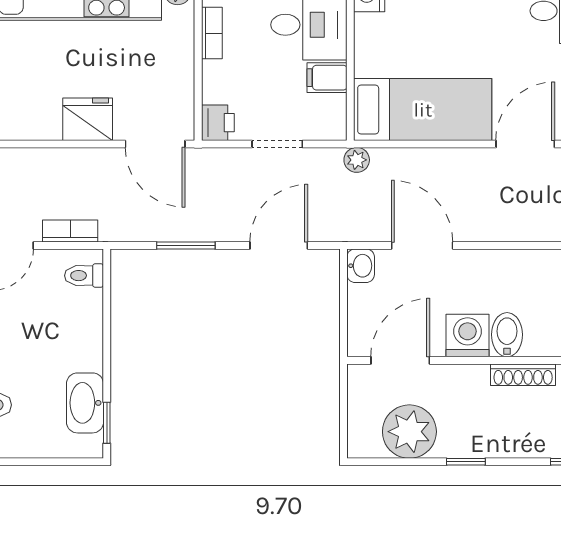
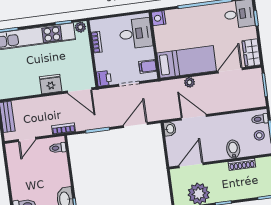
filing cabinet: (327, 78) -> (148, 66), moved
plant: (357, 160) -> (189, 82), moved
bookcase: (70, 231) -> (64, 129), moved
washing machine: (468, 336) -> (217, 151), removed

